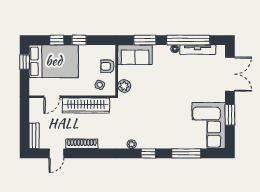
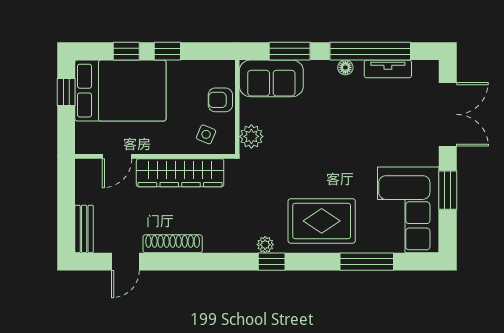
tv unit: (198, 50) -> (388, 69), width x0.71
rug: (162, 131) -> (322, 221), added
window: (148, 153) -> (272, 262), moved

